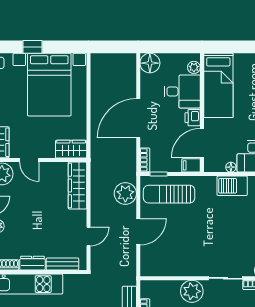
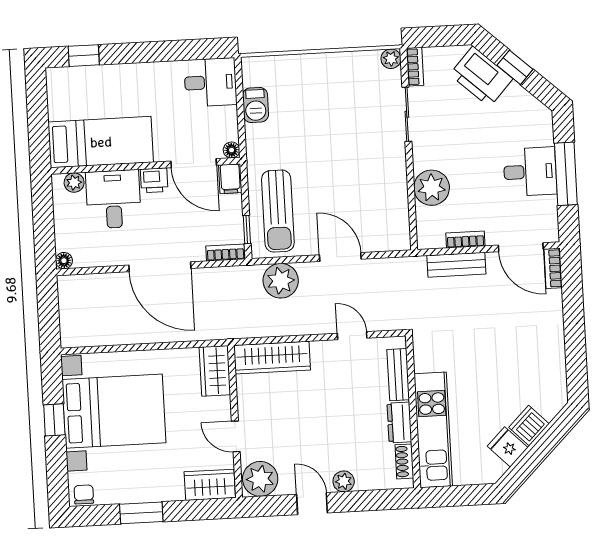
window: (32, 47) -> (54, 420), moved
floor lamp: (150, 63) -> (64, 261), width x0.53, depth x0.53
door: (29, 160) -> (236, 436), swing flipped
floor lamp: (231, 167) -> (231, 150), moved
barbecue: (232, 186) -> (255, 105), width x0.73, depth x0.79
plant: (192, 291) -> (432, 188), moved

